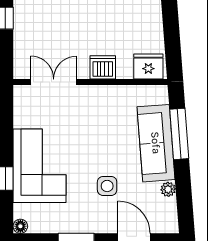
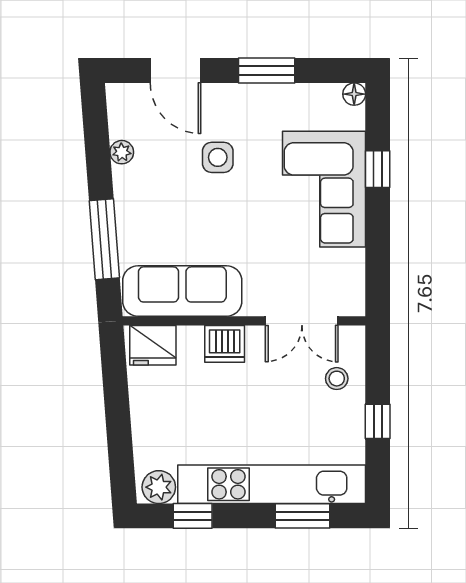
stool: (31, 45) -> (337, 379), added
sofa: (156, 143) -> (182, 291), moved, turned -86

